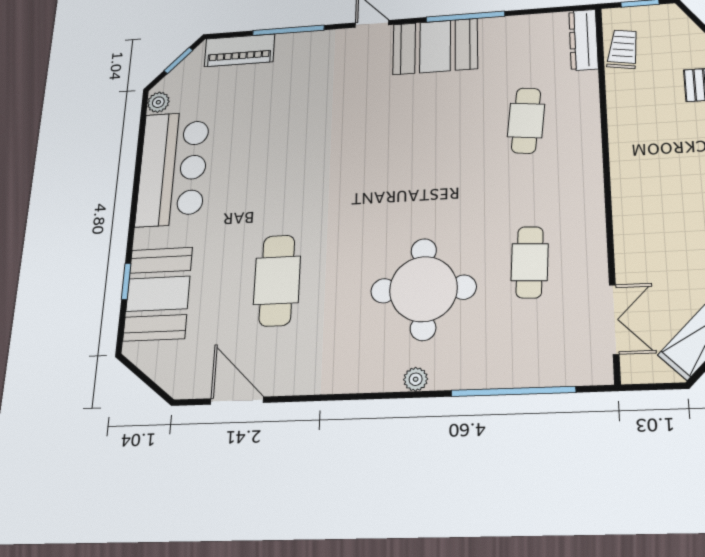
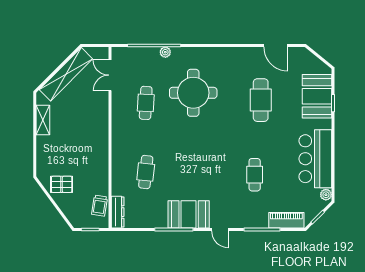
cafe table: (298, 130) -> (255, 175), added
plant: (416, 379) -> (165, 52), moved

